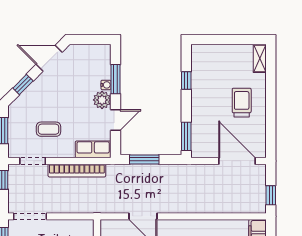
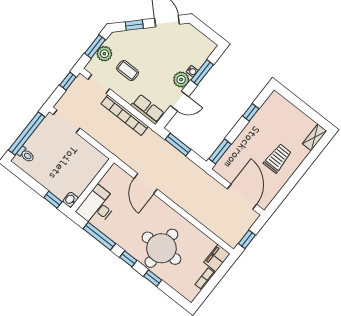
plant: (16, 130) -> (104, 54), added

